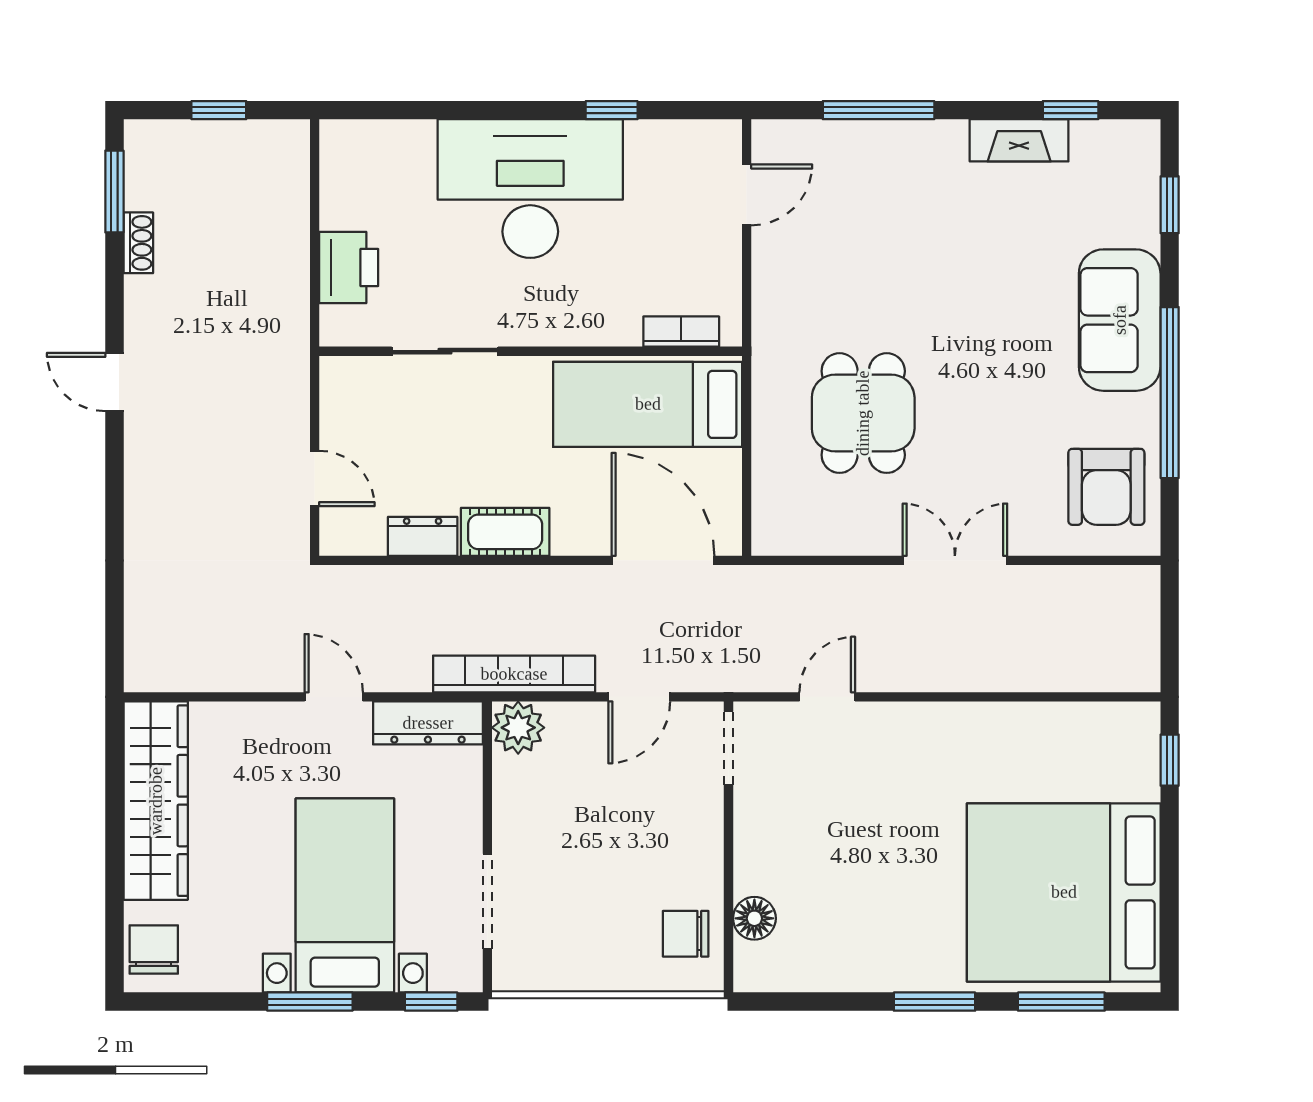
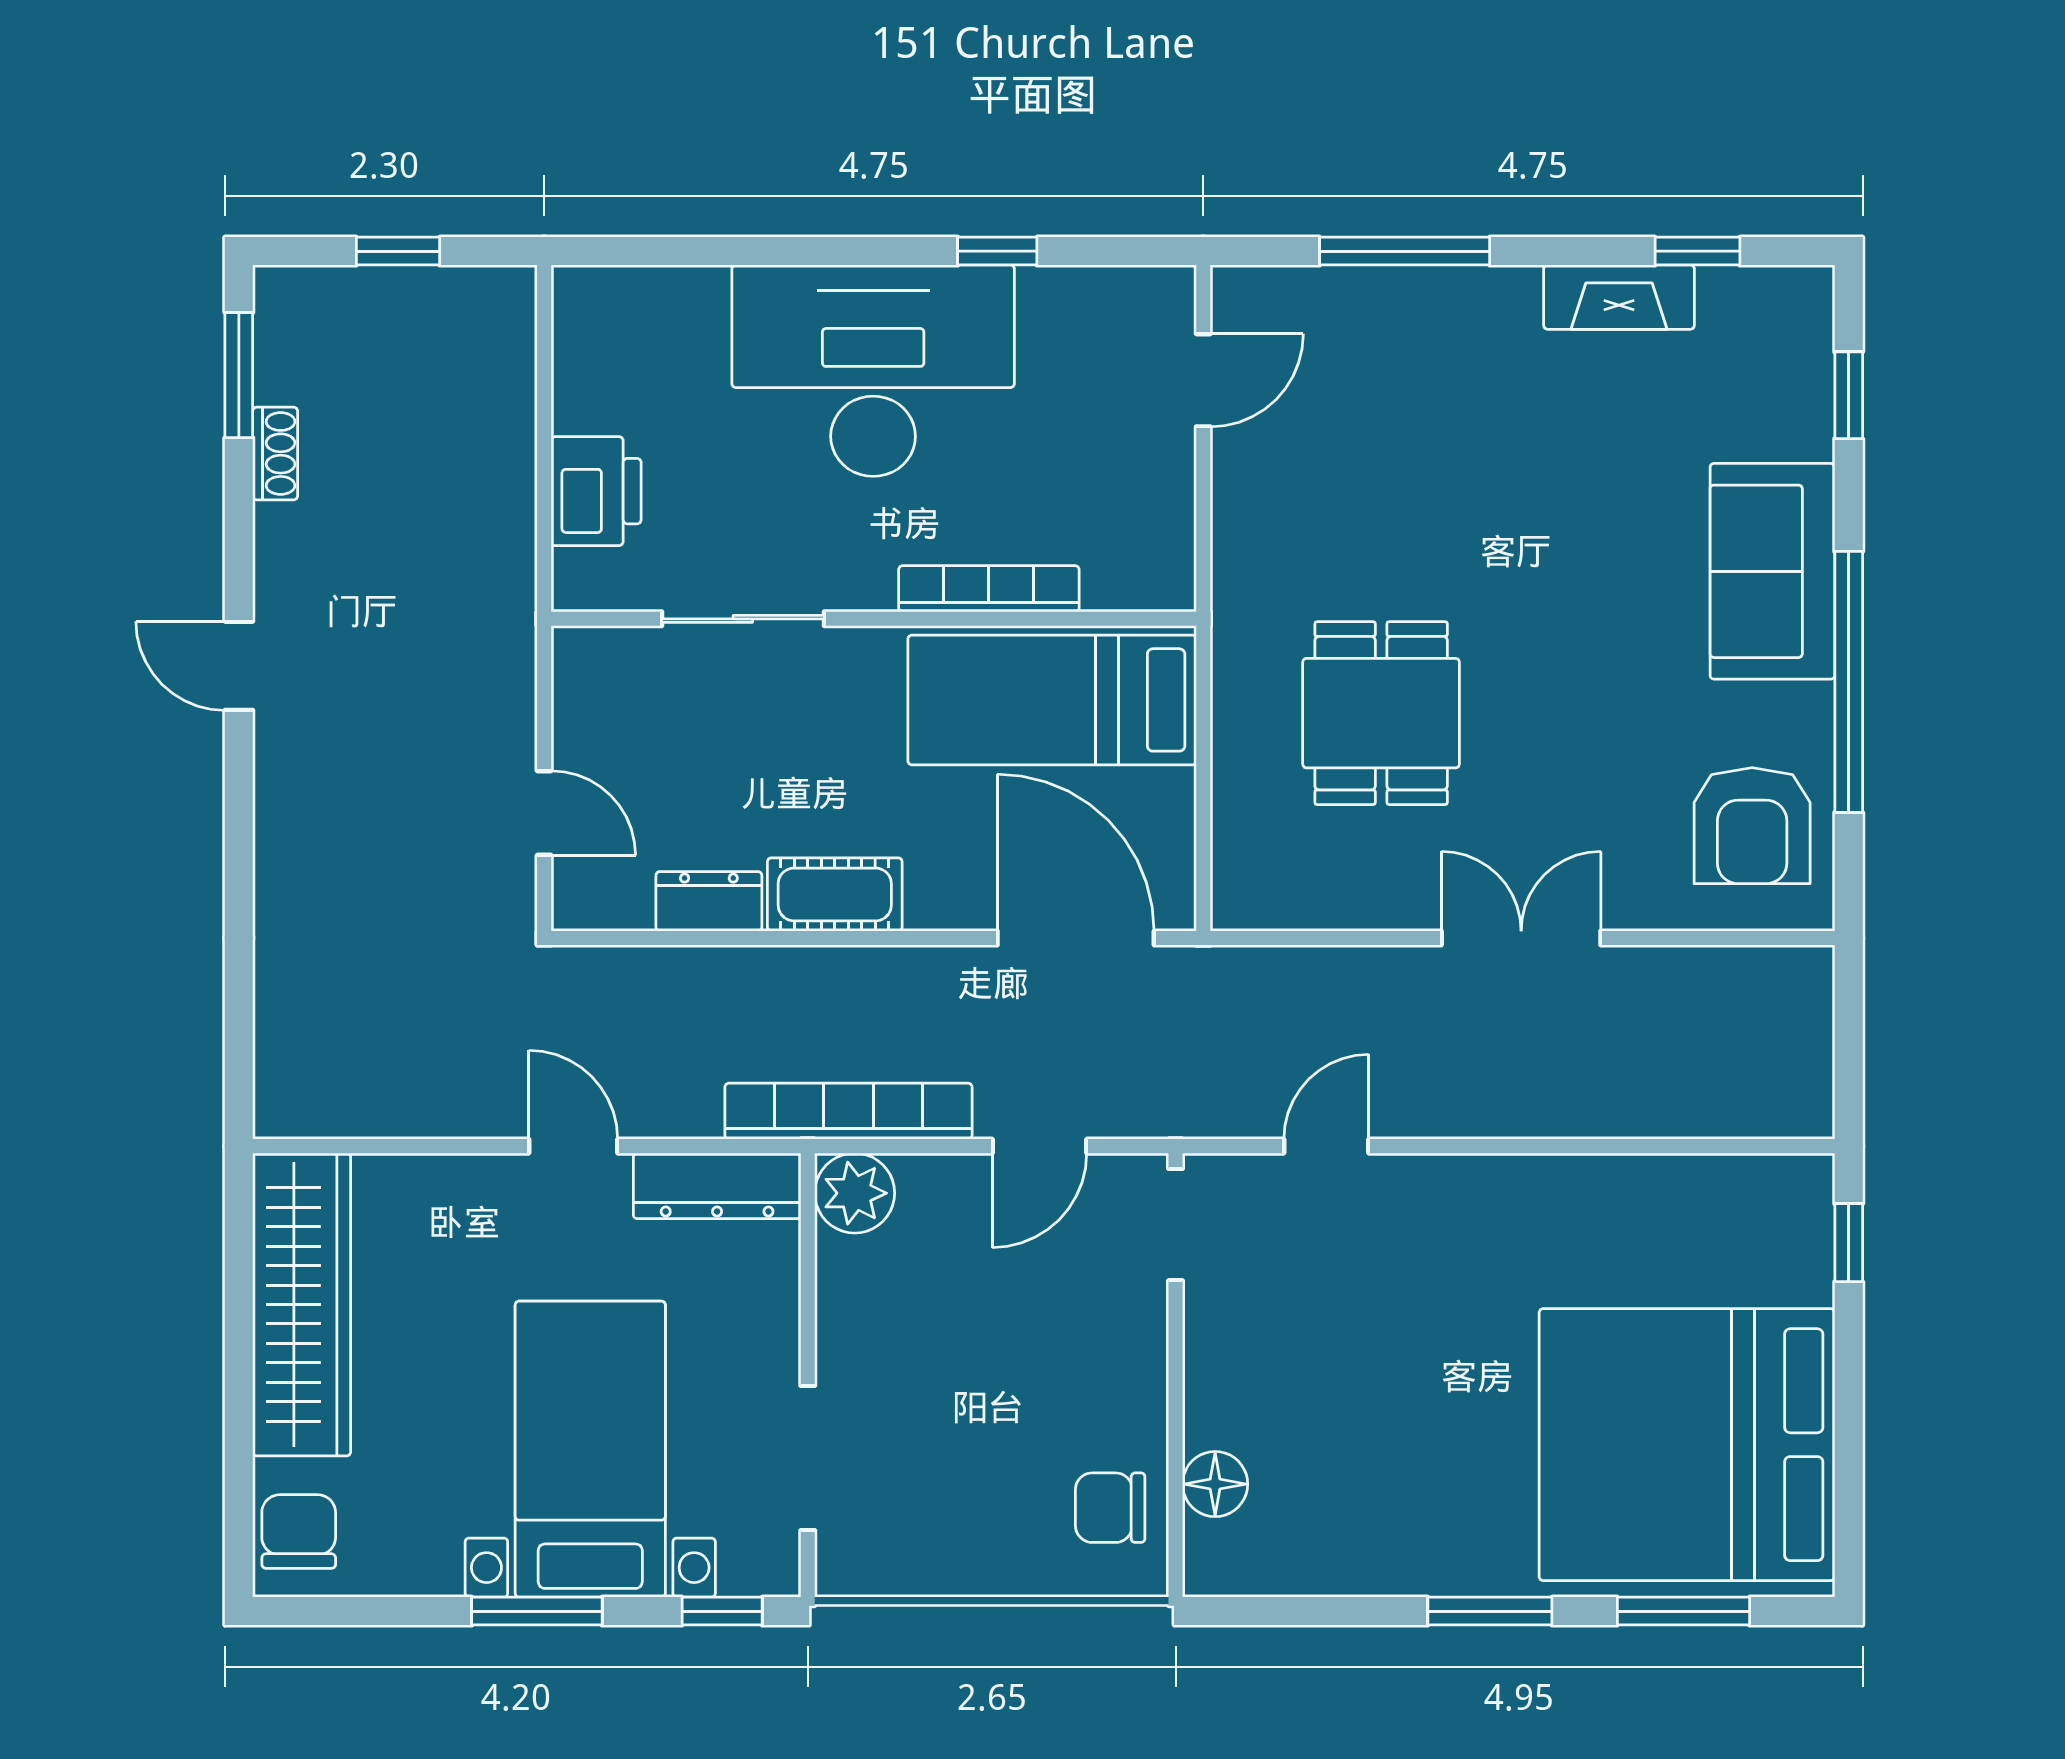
bookcase: (681, 332) -> (989, 589), moved, width x1.56

